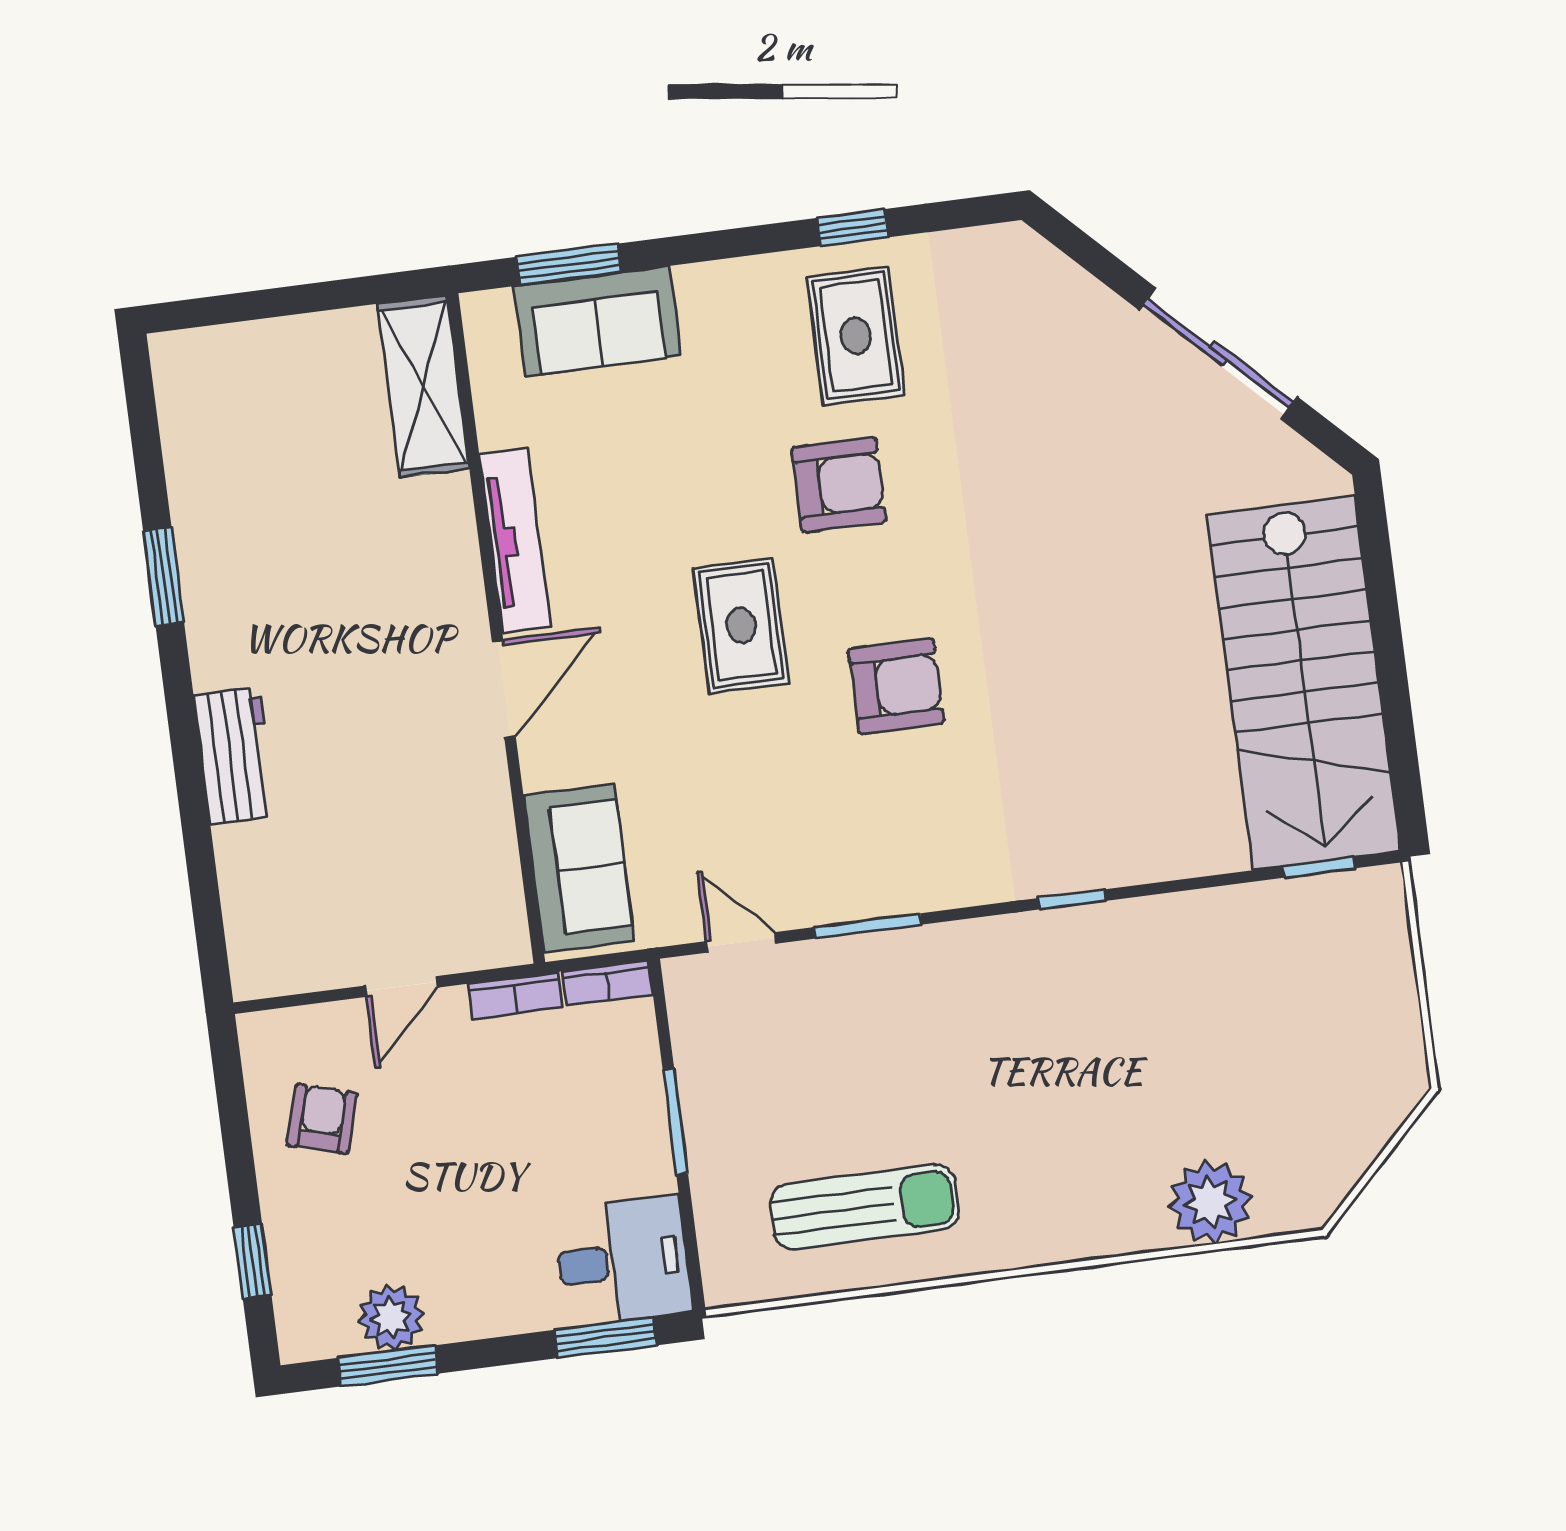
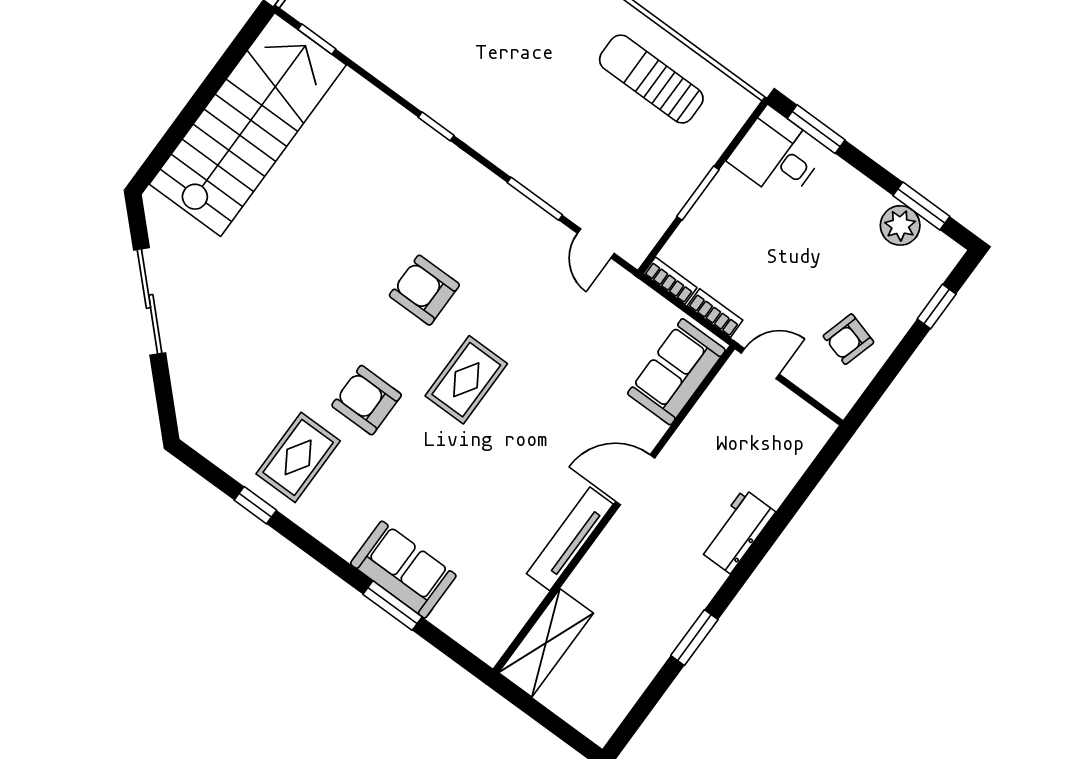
shelving: (423, 386) -> (546, 643), moved
tv unit: (515, 541) -> (570, 539), moved
wall: (496, 628) -> (614, 509), moved
door: (504, 689) -> (635, 480), moved
sofa: (579, 868) -> (676, 372), moved

